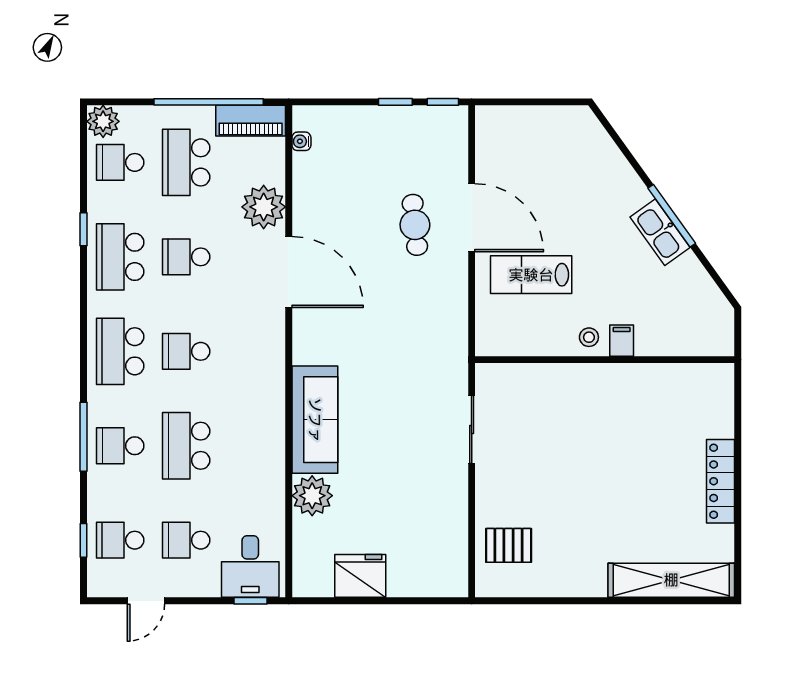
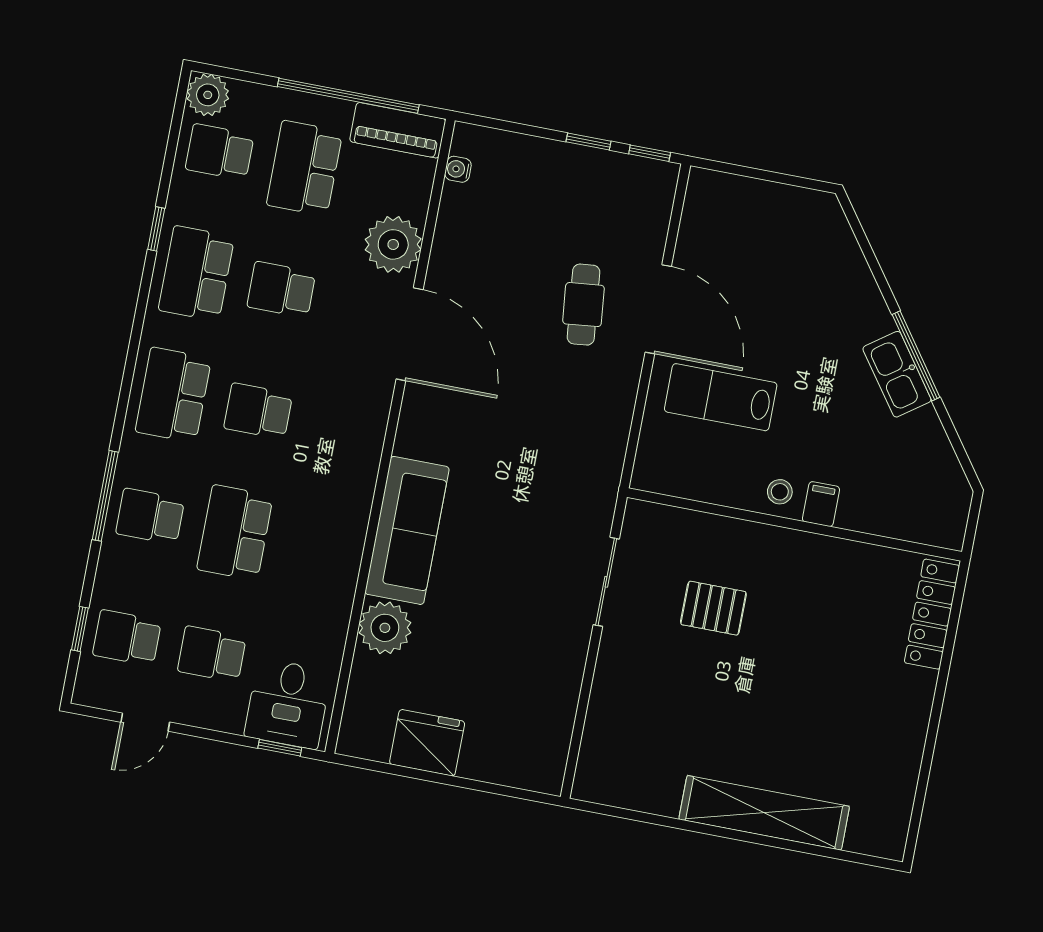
locker: (721, 481) -> (932, 614), moved
pallet: (509, 545) -> (713, 608), moved
shelving: (671, 580) -> (764, 813), moved

